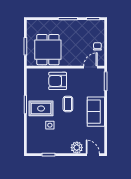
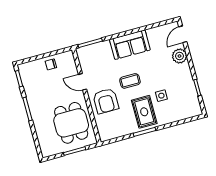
dining table: (48, 50) -> (71, 123), turned 90
door: (90, 67) -> (83, 82), moved

